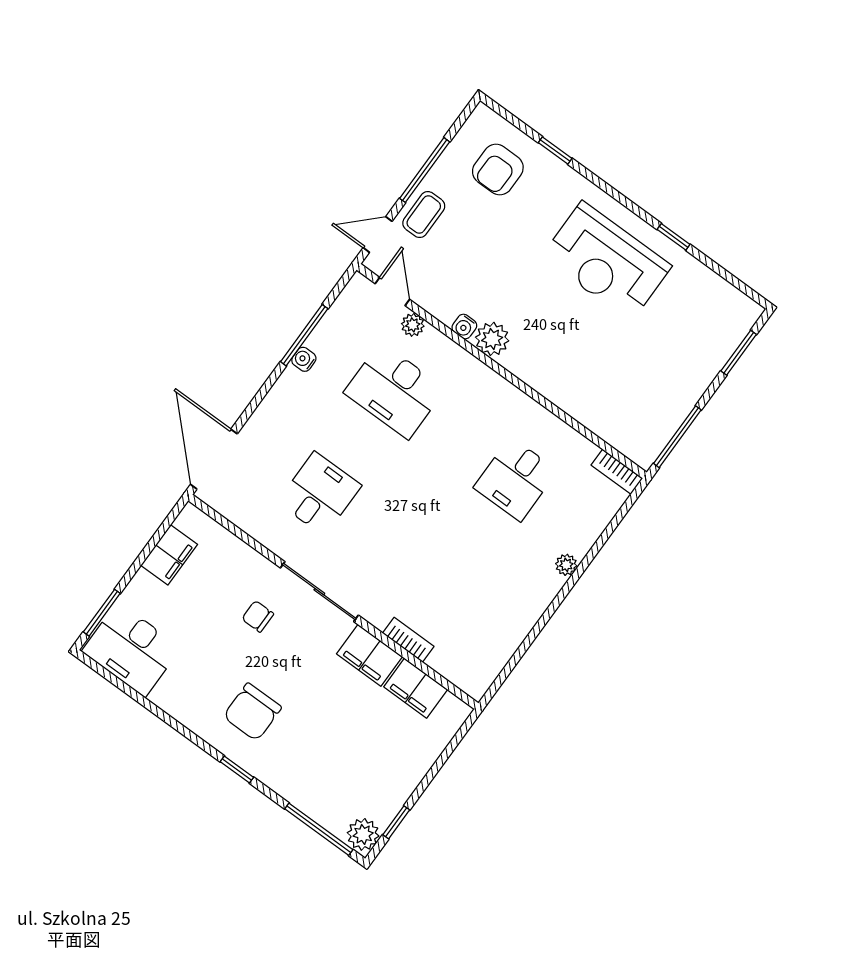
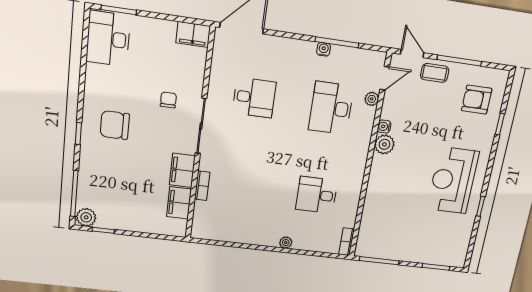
filing cabinet: (169, 555) -> (193, 34), moved

